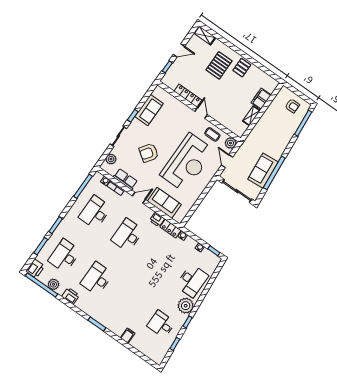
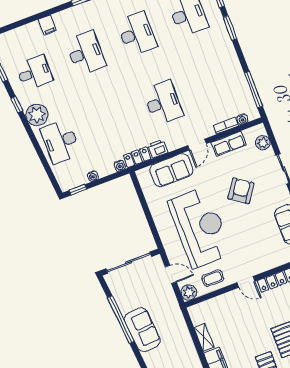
reception desk: (187, 163) -> (200, 227), turned 180
sofa: (263, 171) -> (142, 330), moved
desk: (95, 212) -> (86, 53), moved

